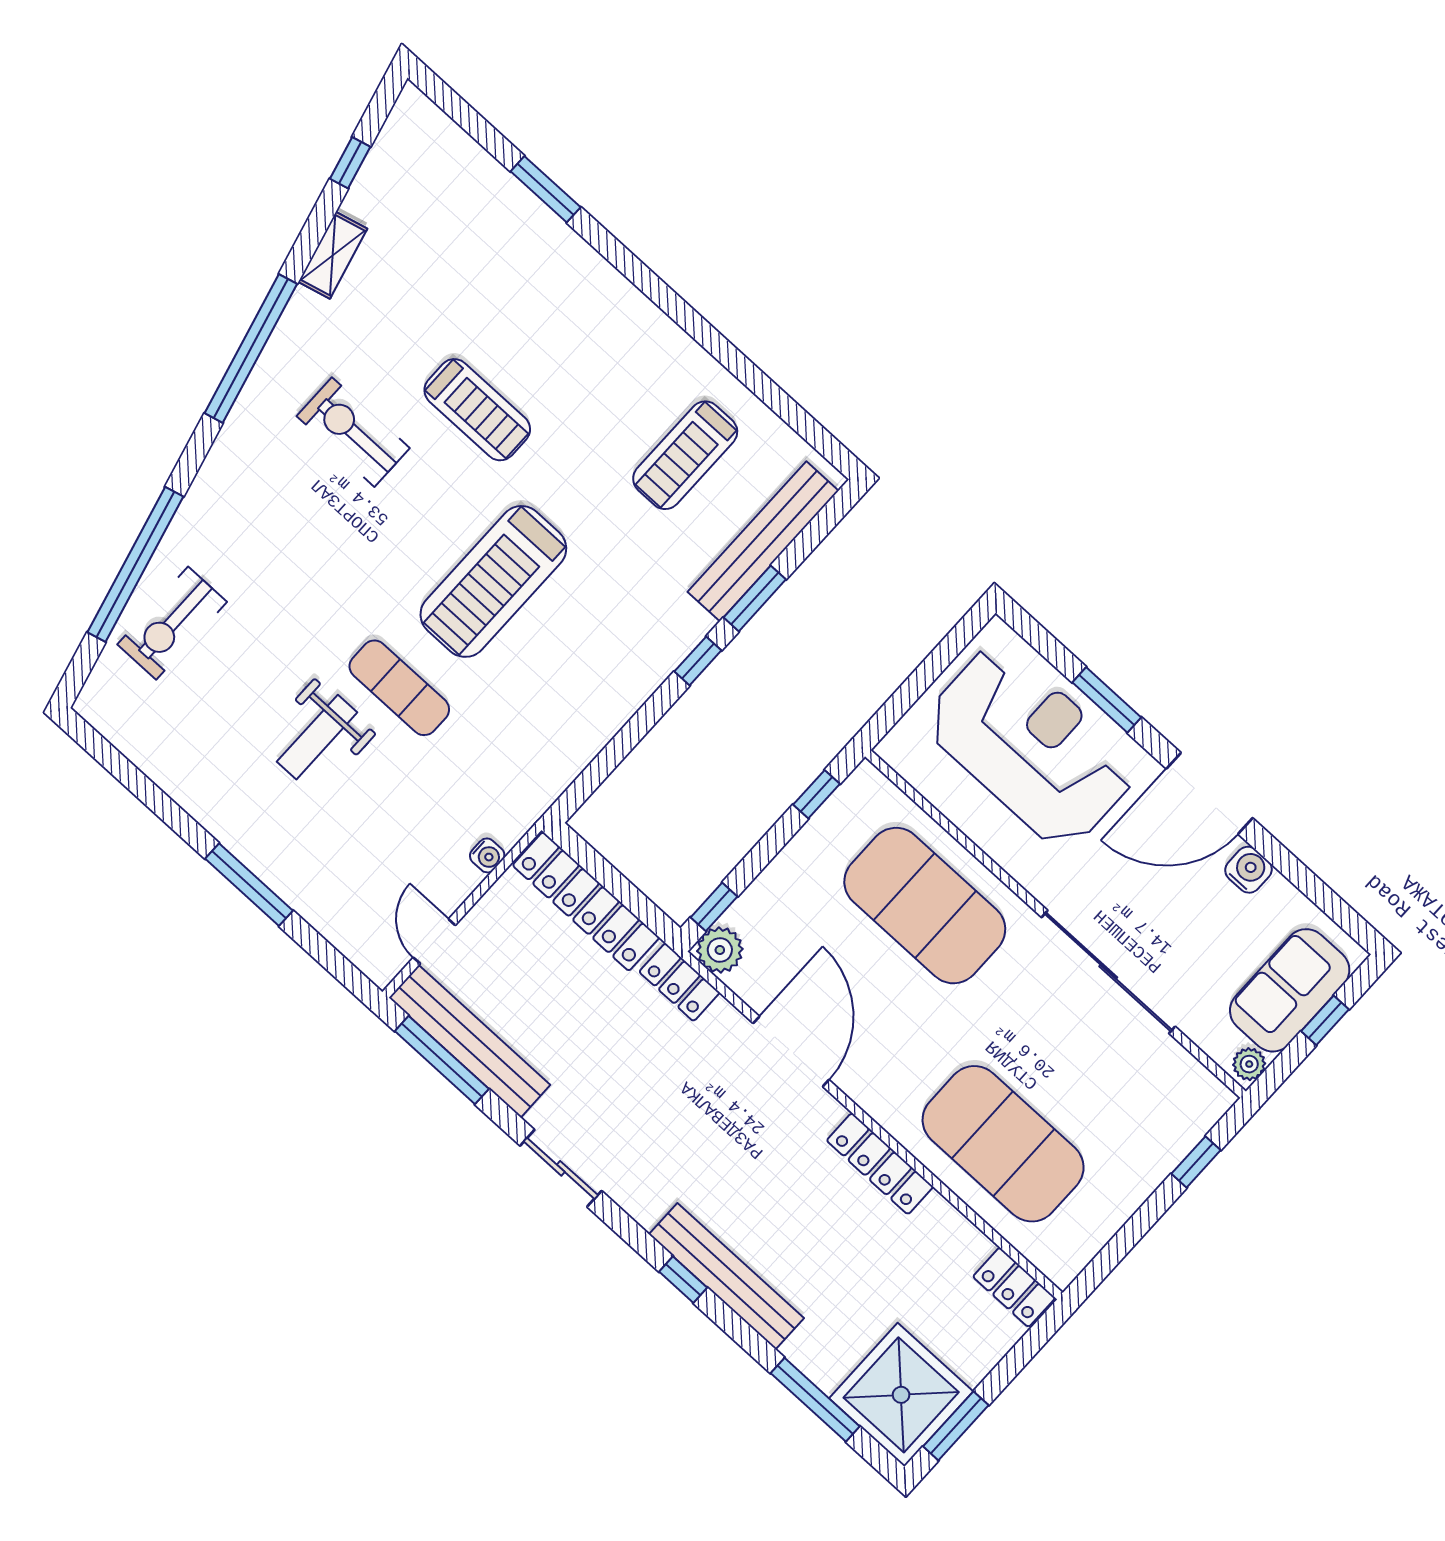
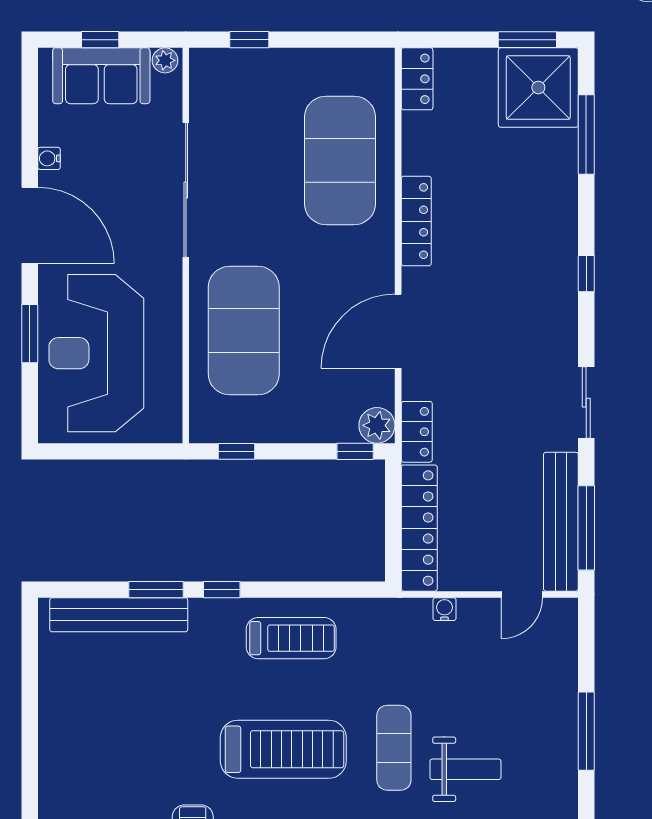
treadmill: (685, 455) -> (291, 638), moved
water cooler: (1249, 870) -> (49, 158), width x0.72, depth x0.72
bench: (726, 1276) -> (562, 250), removed

